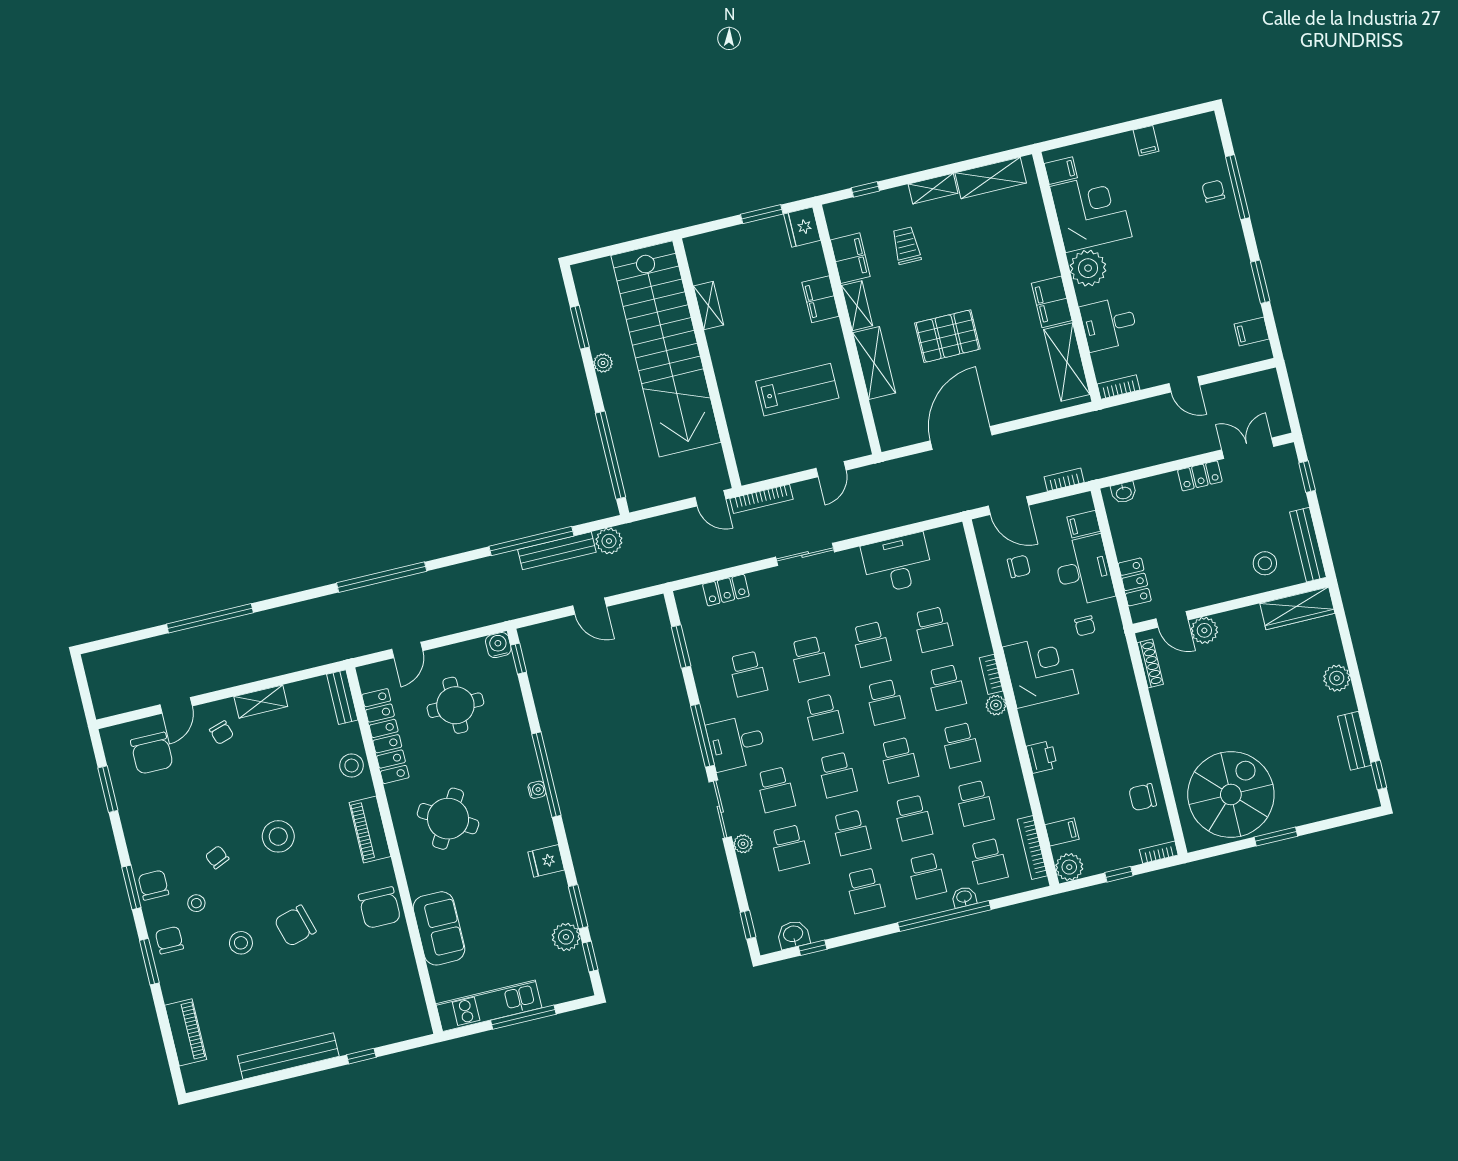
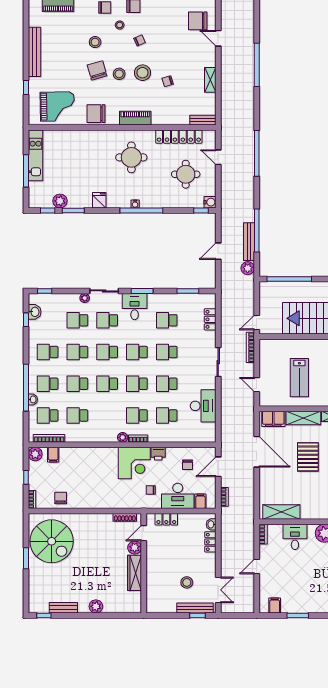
filing cabinet: (1052, 302) -> (273, 419), moved, turned 180
locker: (1200, 476) -> (210, 542), moved
bench: (1308, 545) -> (195, 608), moved
stool: (1265, 563) -> (187, 582), moved
wardrobe: (1297, 608) -> (134, 573), moved
chair: (222, 733) -> (168, 81), moved
window: (702, 735) -> (142, 291), width x0.69
school desk: (961, 745) -> (107, 415), removed
printer: (1042, 757) -> (158, 454), moved
stool: (352, 765) -> (119, 74), moved
round table: (448, 819) -> (131, 157), turned -31
sofa: (439, 928) -> (79, 140), removed
grand piano: (383, 986) -> (57, 106), added

